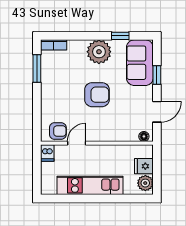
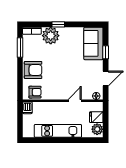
window: (120, 36) -> (58, 24), moved
plant: (99, 52) -> (51, 36), moved
armchair: (97, 95) -> (33, 70), moved
door: (77, 143) -> (75, 101), moved

